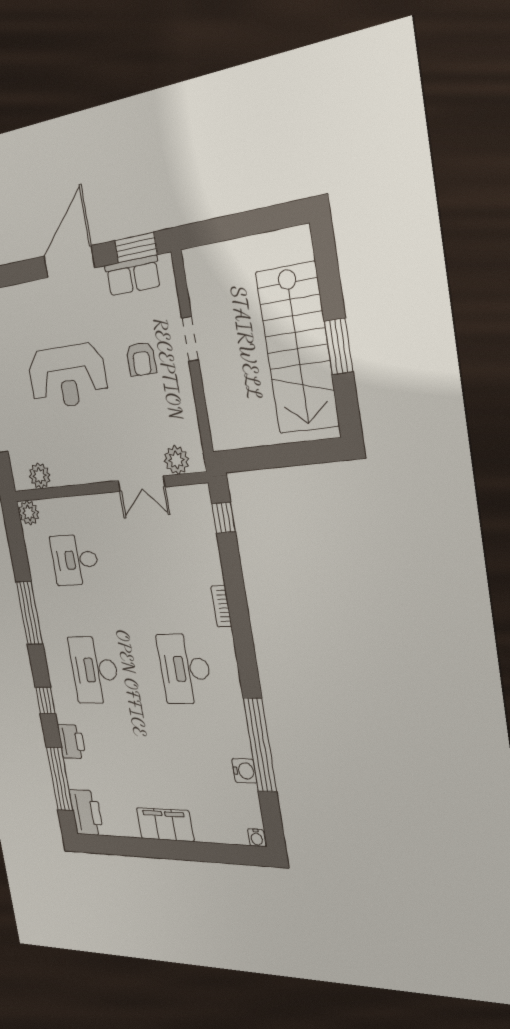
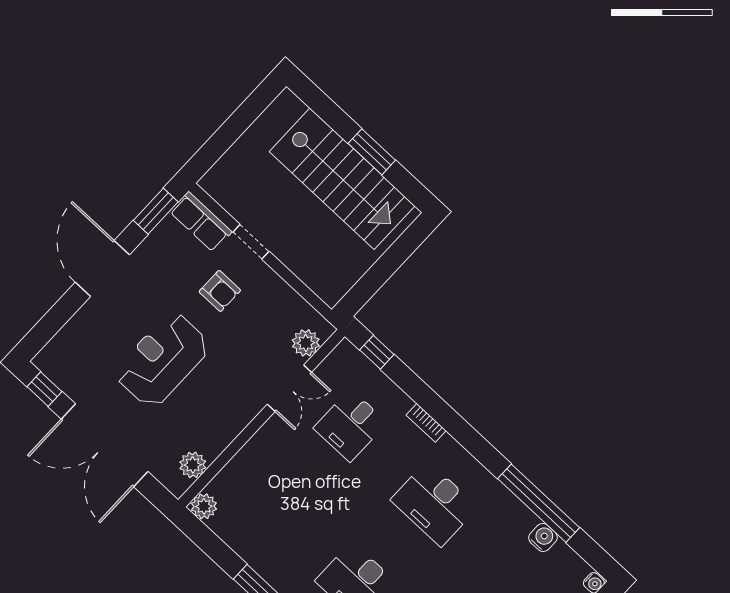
row of seats: (133, 276) -> (201, 222), moved, turned 90
reception desk: (67, 376) -> (162, 360), turned 180
desk: (75, 560) -> (350, 425), moved

